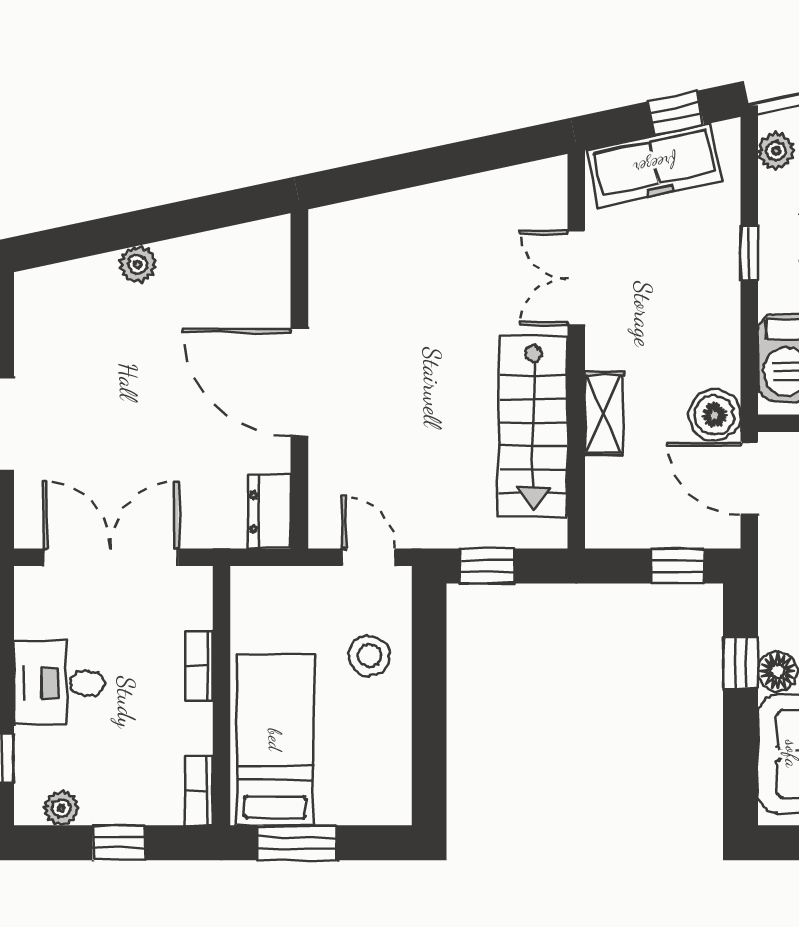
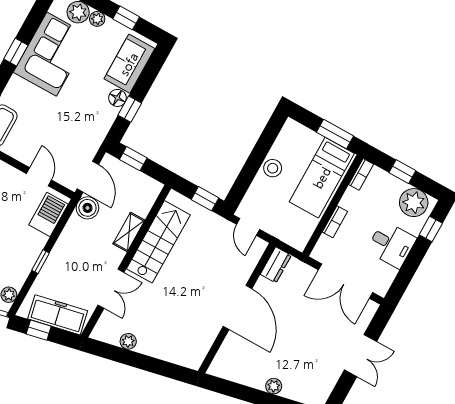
plant: (482, 191) -> (128, 341), added
stool: (369, 656) -> (273, 168), moved
plant: (61, 808) -> (414, 203), width x1.88, depth x1.88

